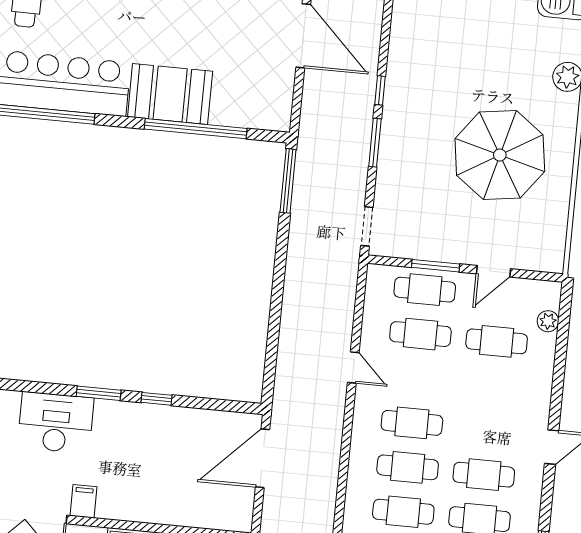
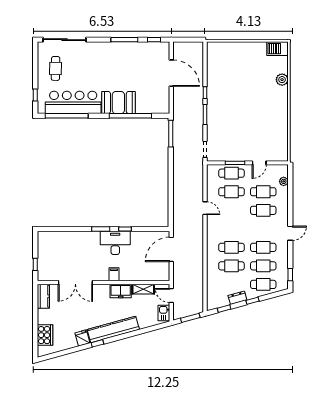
parasol: (500, 155) -> (257, 115), removed
desk: (56, 423) -> (115, 243), moved
cafe table: (412, 423) -> (263, 210), moved
filing cabinet: (83, 501) -> (114, 274), moved

